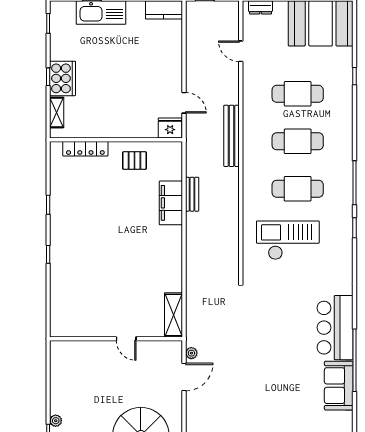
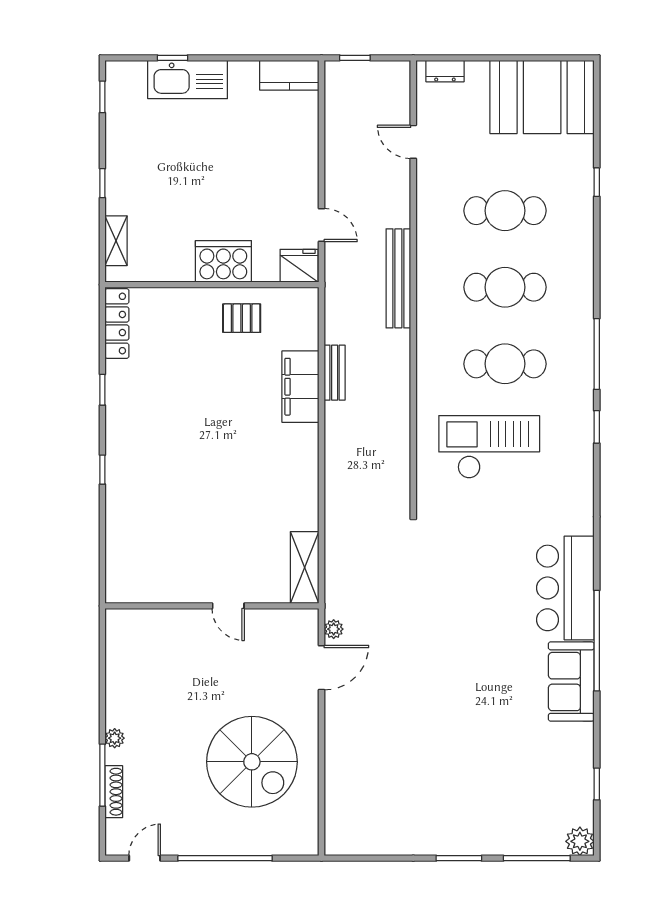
cooker: (63, 78) -> (223, 261), moved, turned -90
locker: (85, 149) -> (117, 323), moved, turned -90

